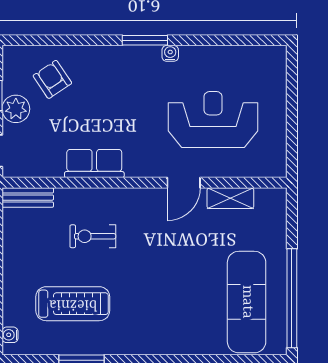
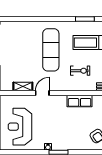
reception desk: (213, 120) -> (20, 127), moved, turned 90
exercise mat: (247, 302) -> (51, 50), moved

